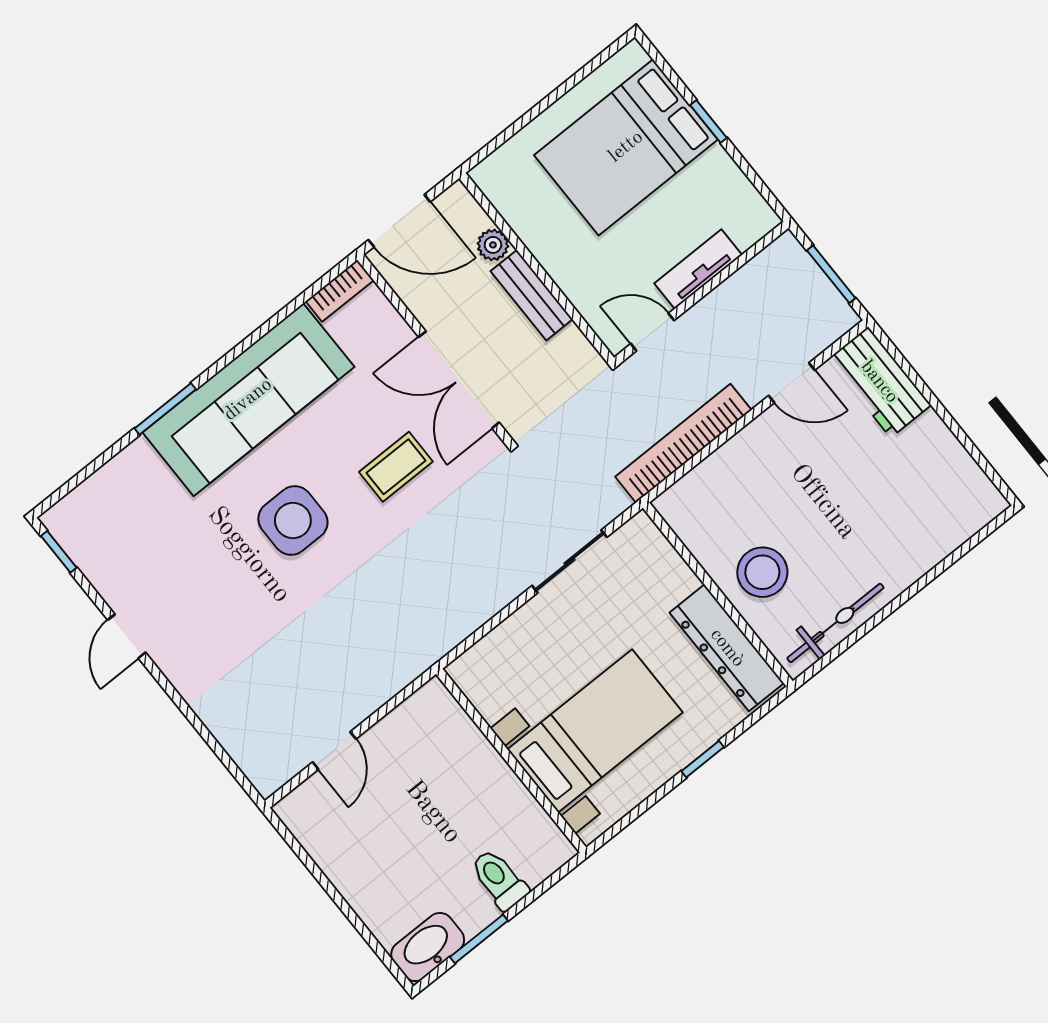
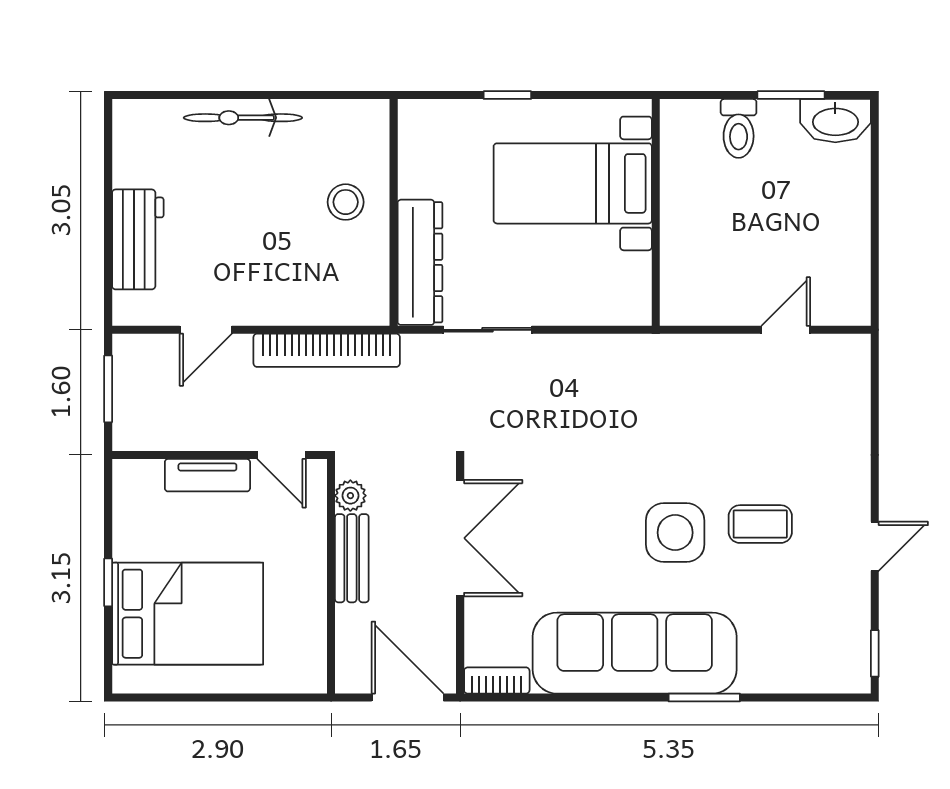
plant: (493, 245) -> (350, 496), moved
workbench: (879, 382) -> (138, 239), moved
door: (792, 383) -> (206, 330), swing flipped
coffee table: (396, 467) -> (760, 524), moved
stool: (762, 572) -> (346, 202), width x0.73, depth x0.73
bicycle: (835, 623) -> (243, 118), moved
dresser: (727, 648) -> (420, 262), moved

